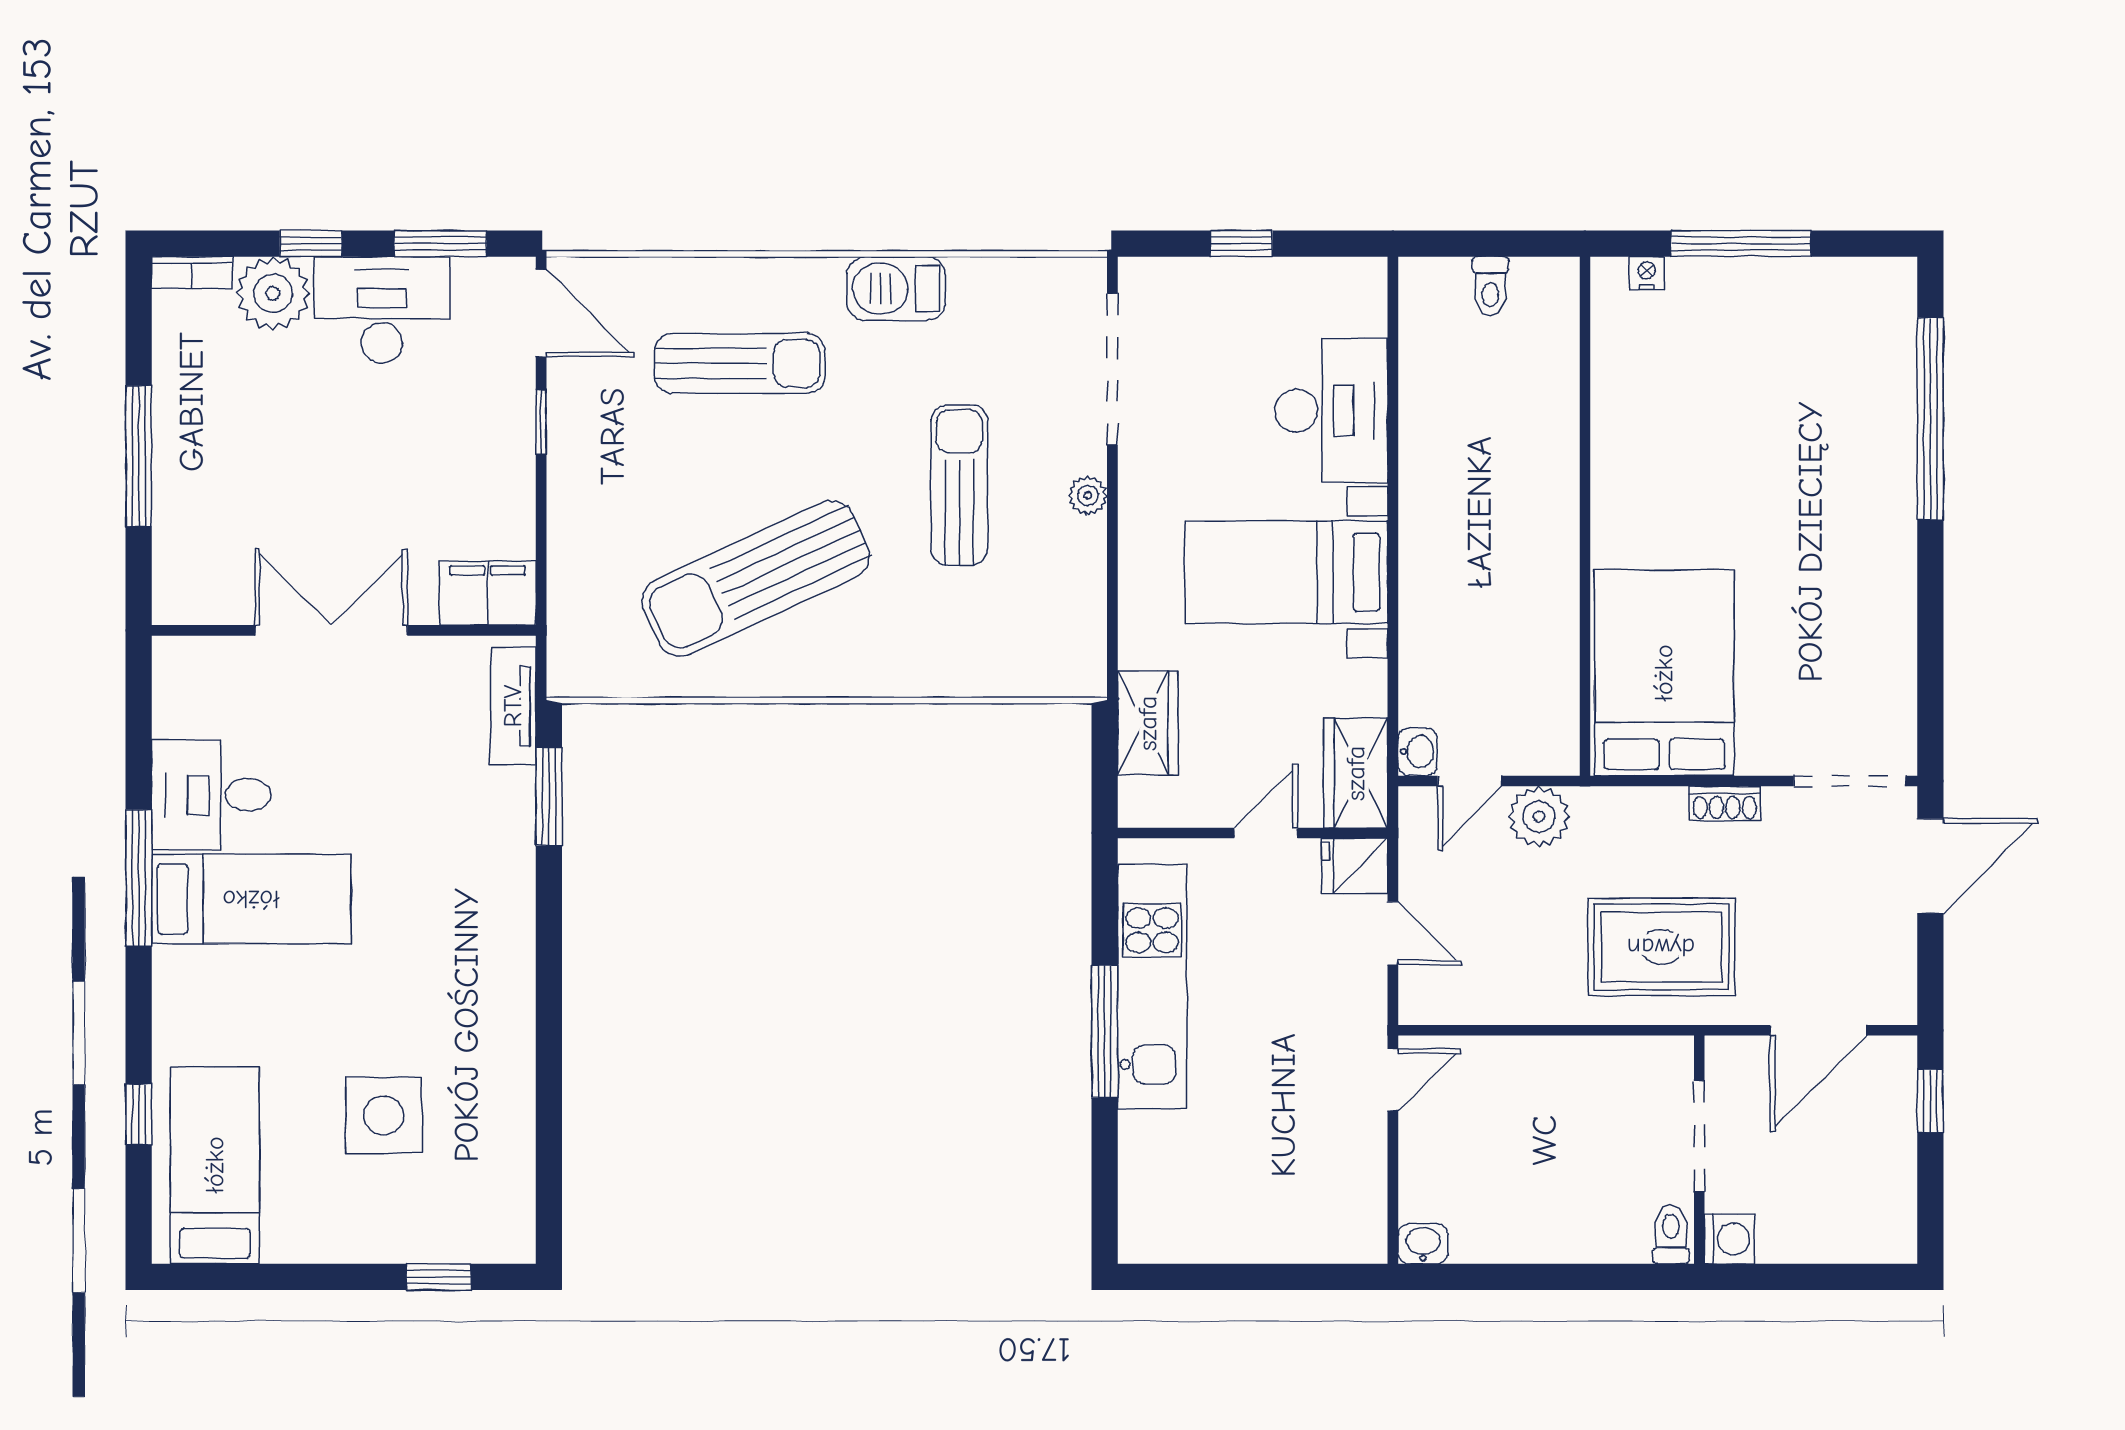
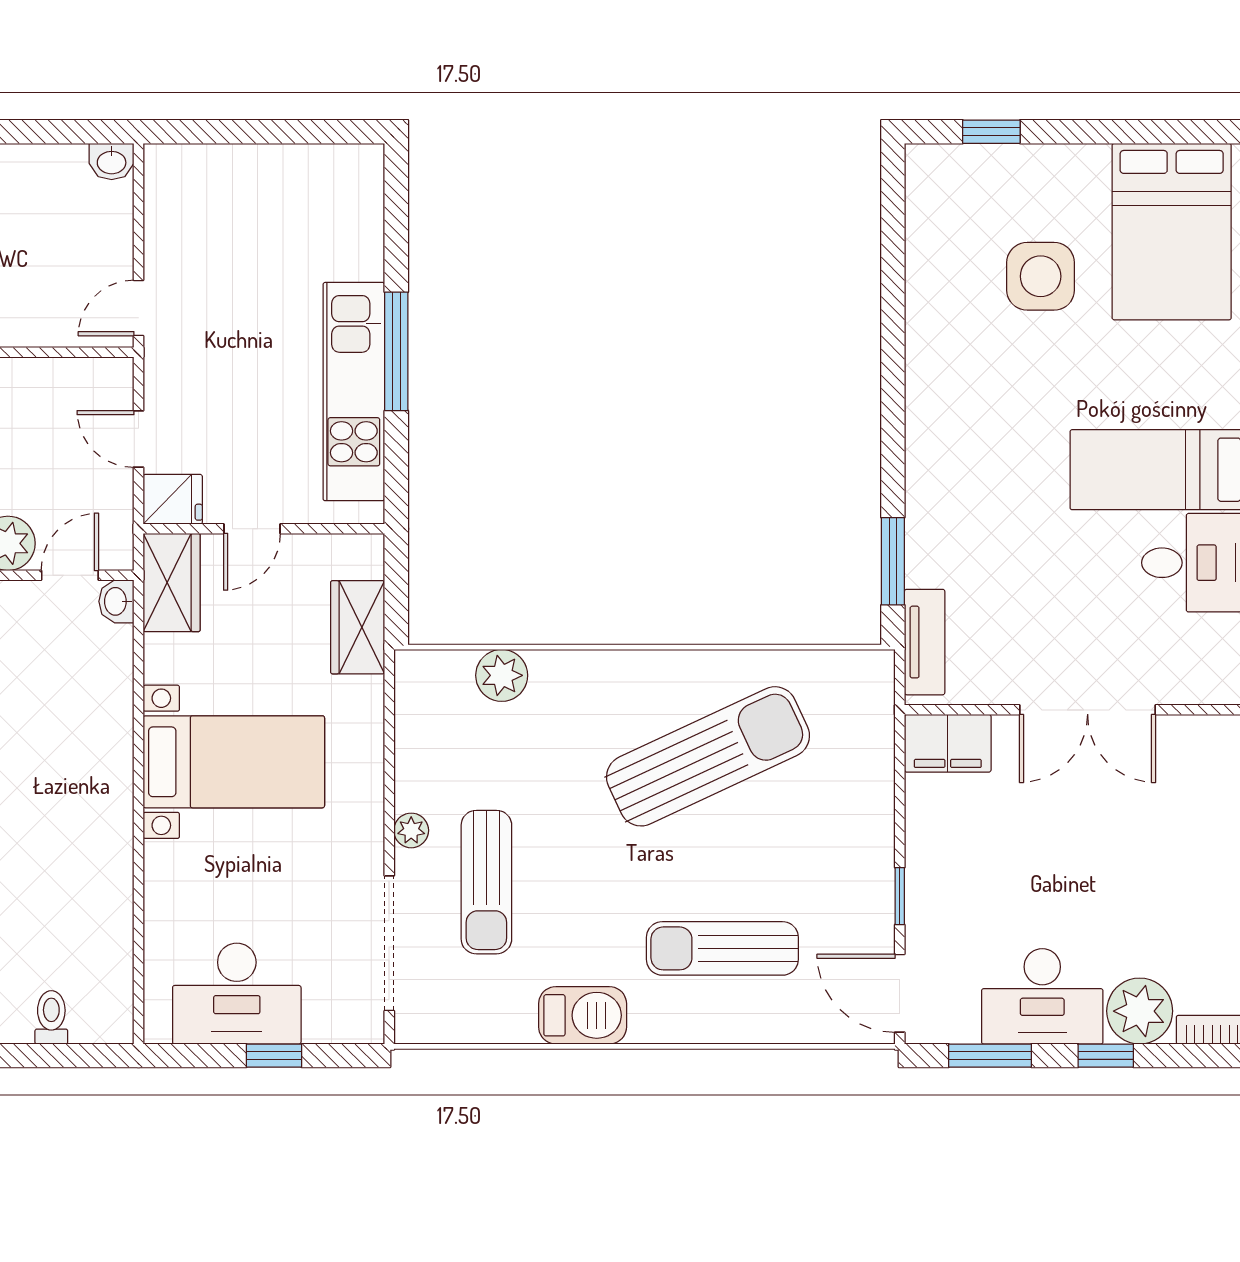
desk: (1331, 411) -> (237, 994), moved, turned -90
sun lounger: (959, 485) -> (486, 882), moved
plant: (987, 669) -> (502, 675), added
bed: (215, 1165) -> (1172, 232), width x1.50

